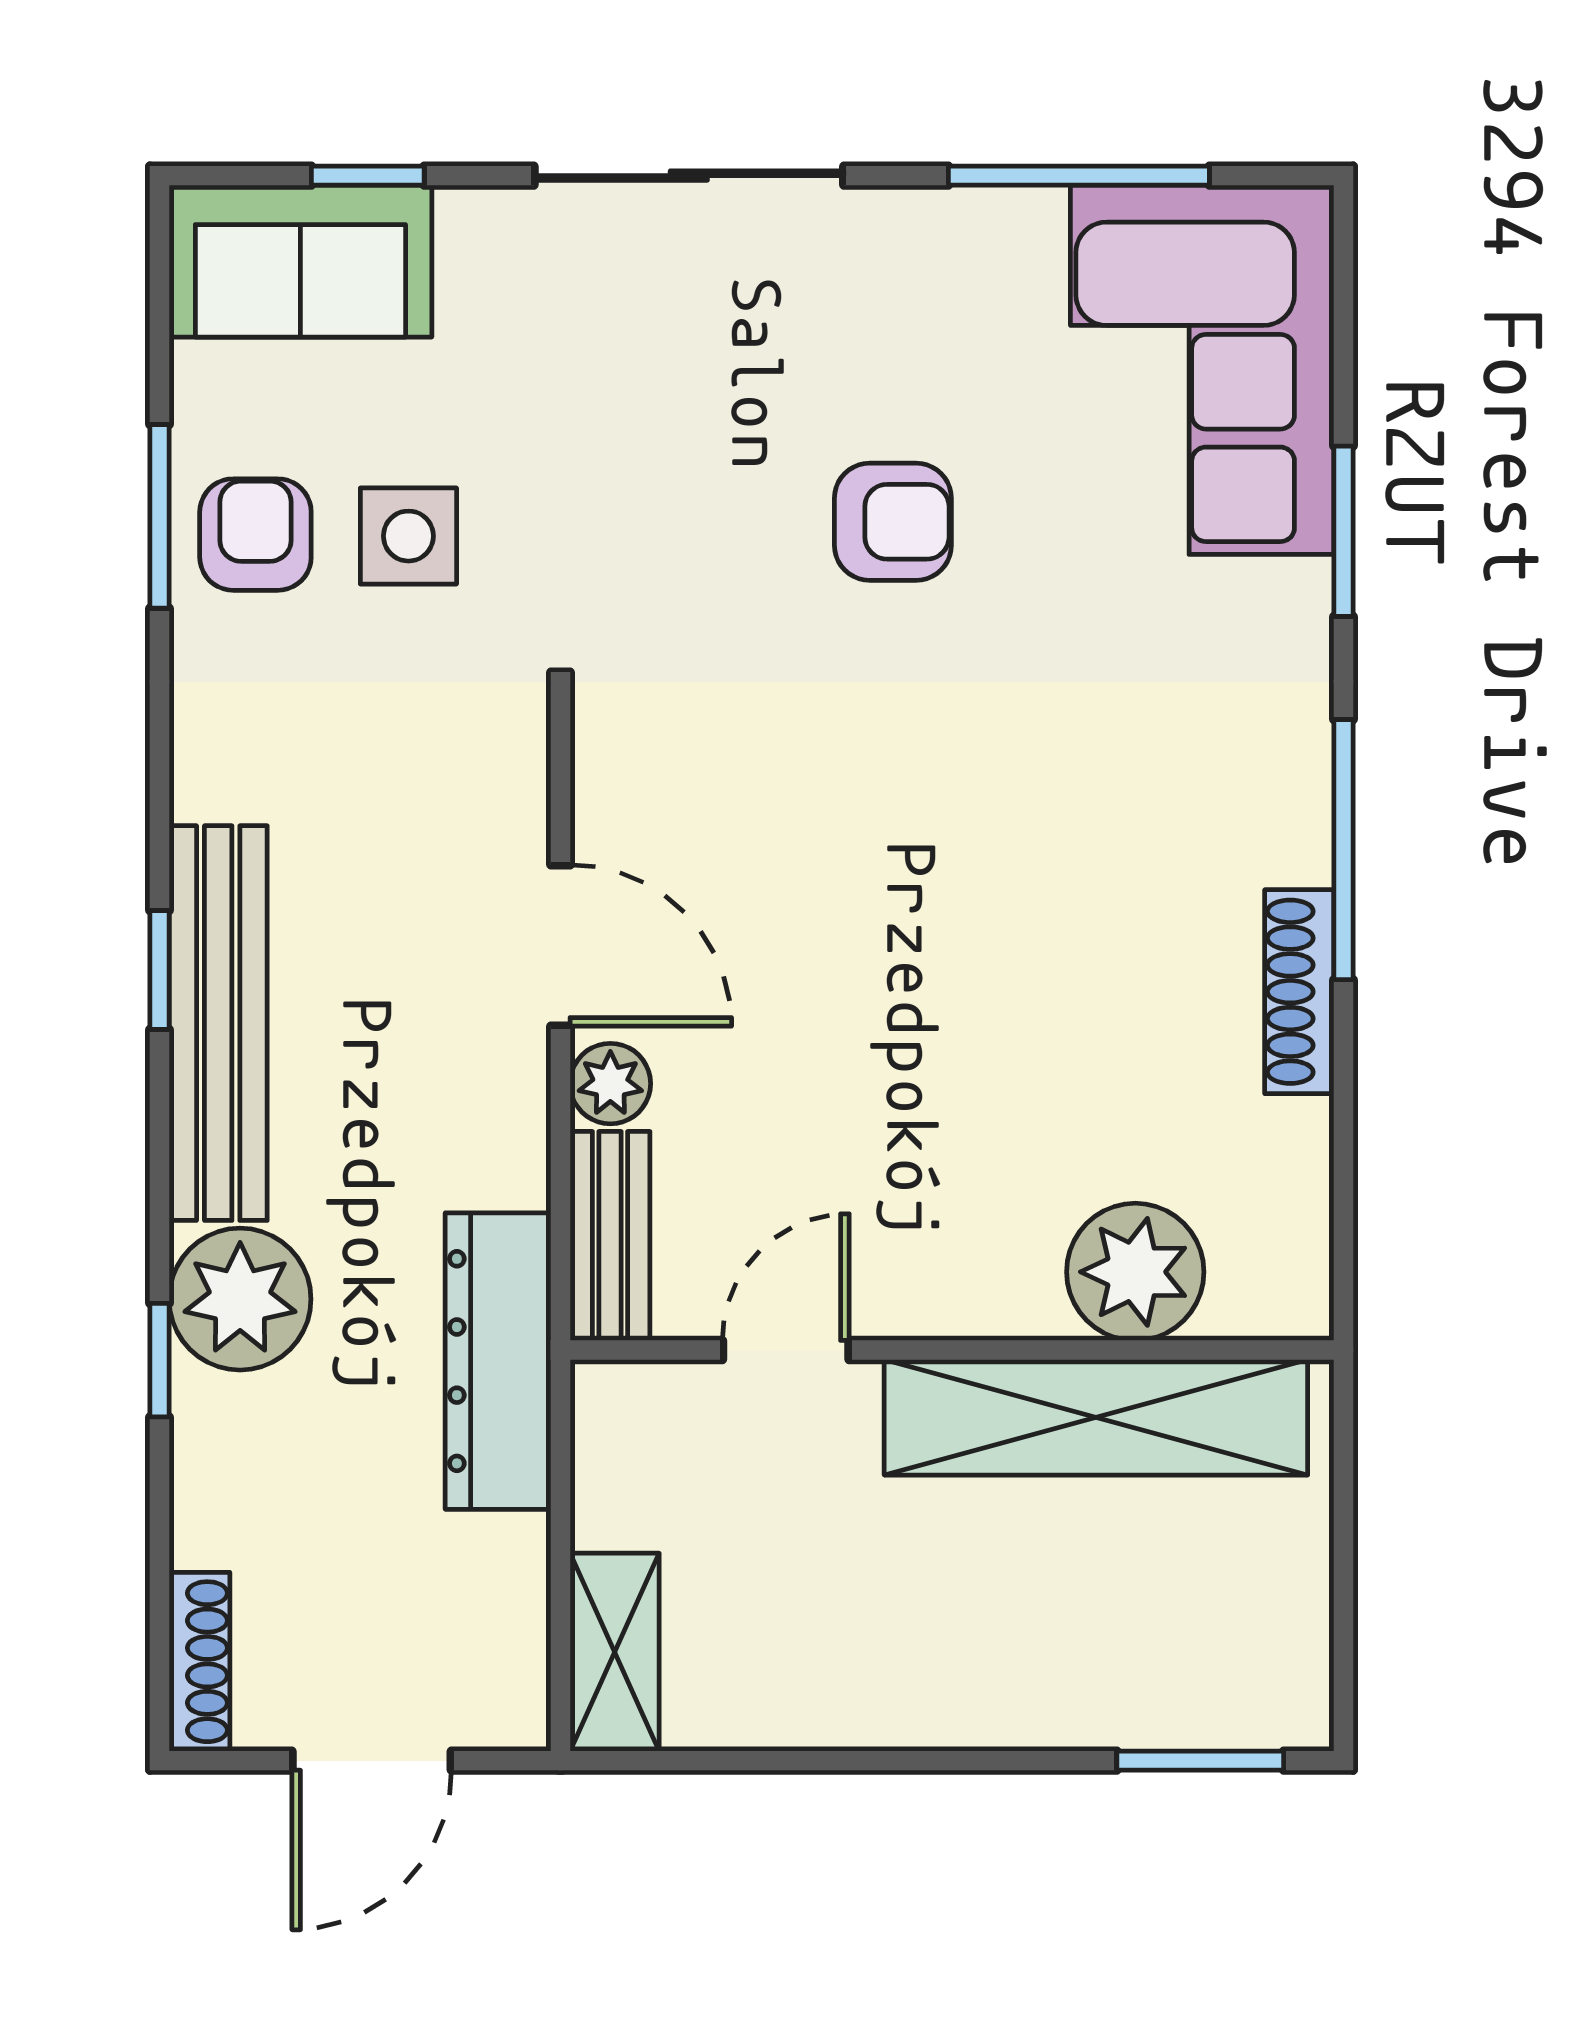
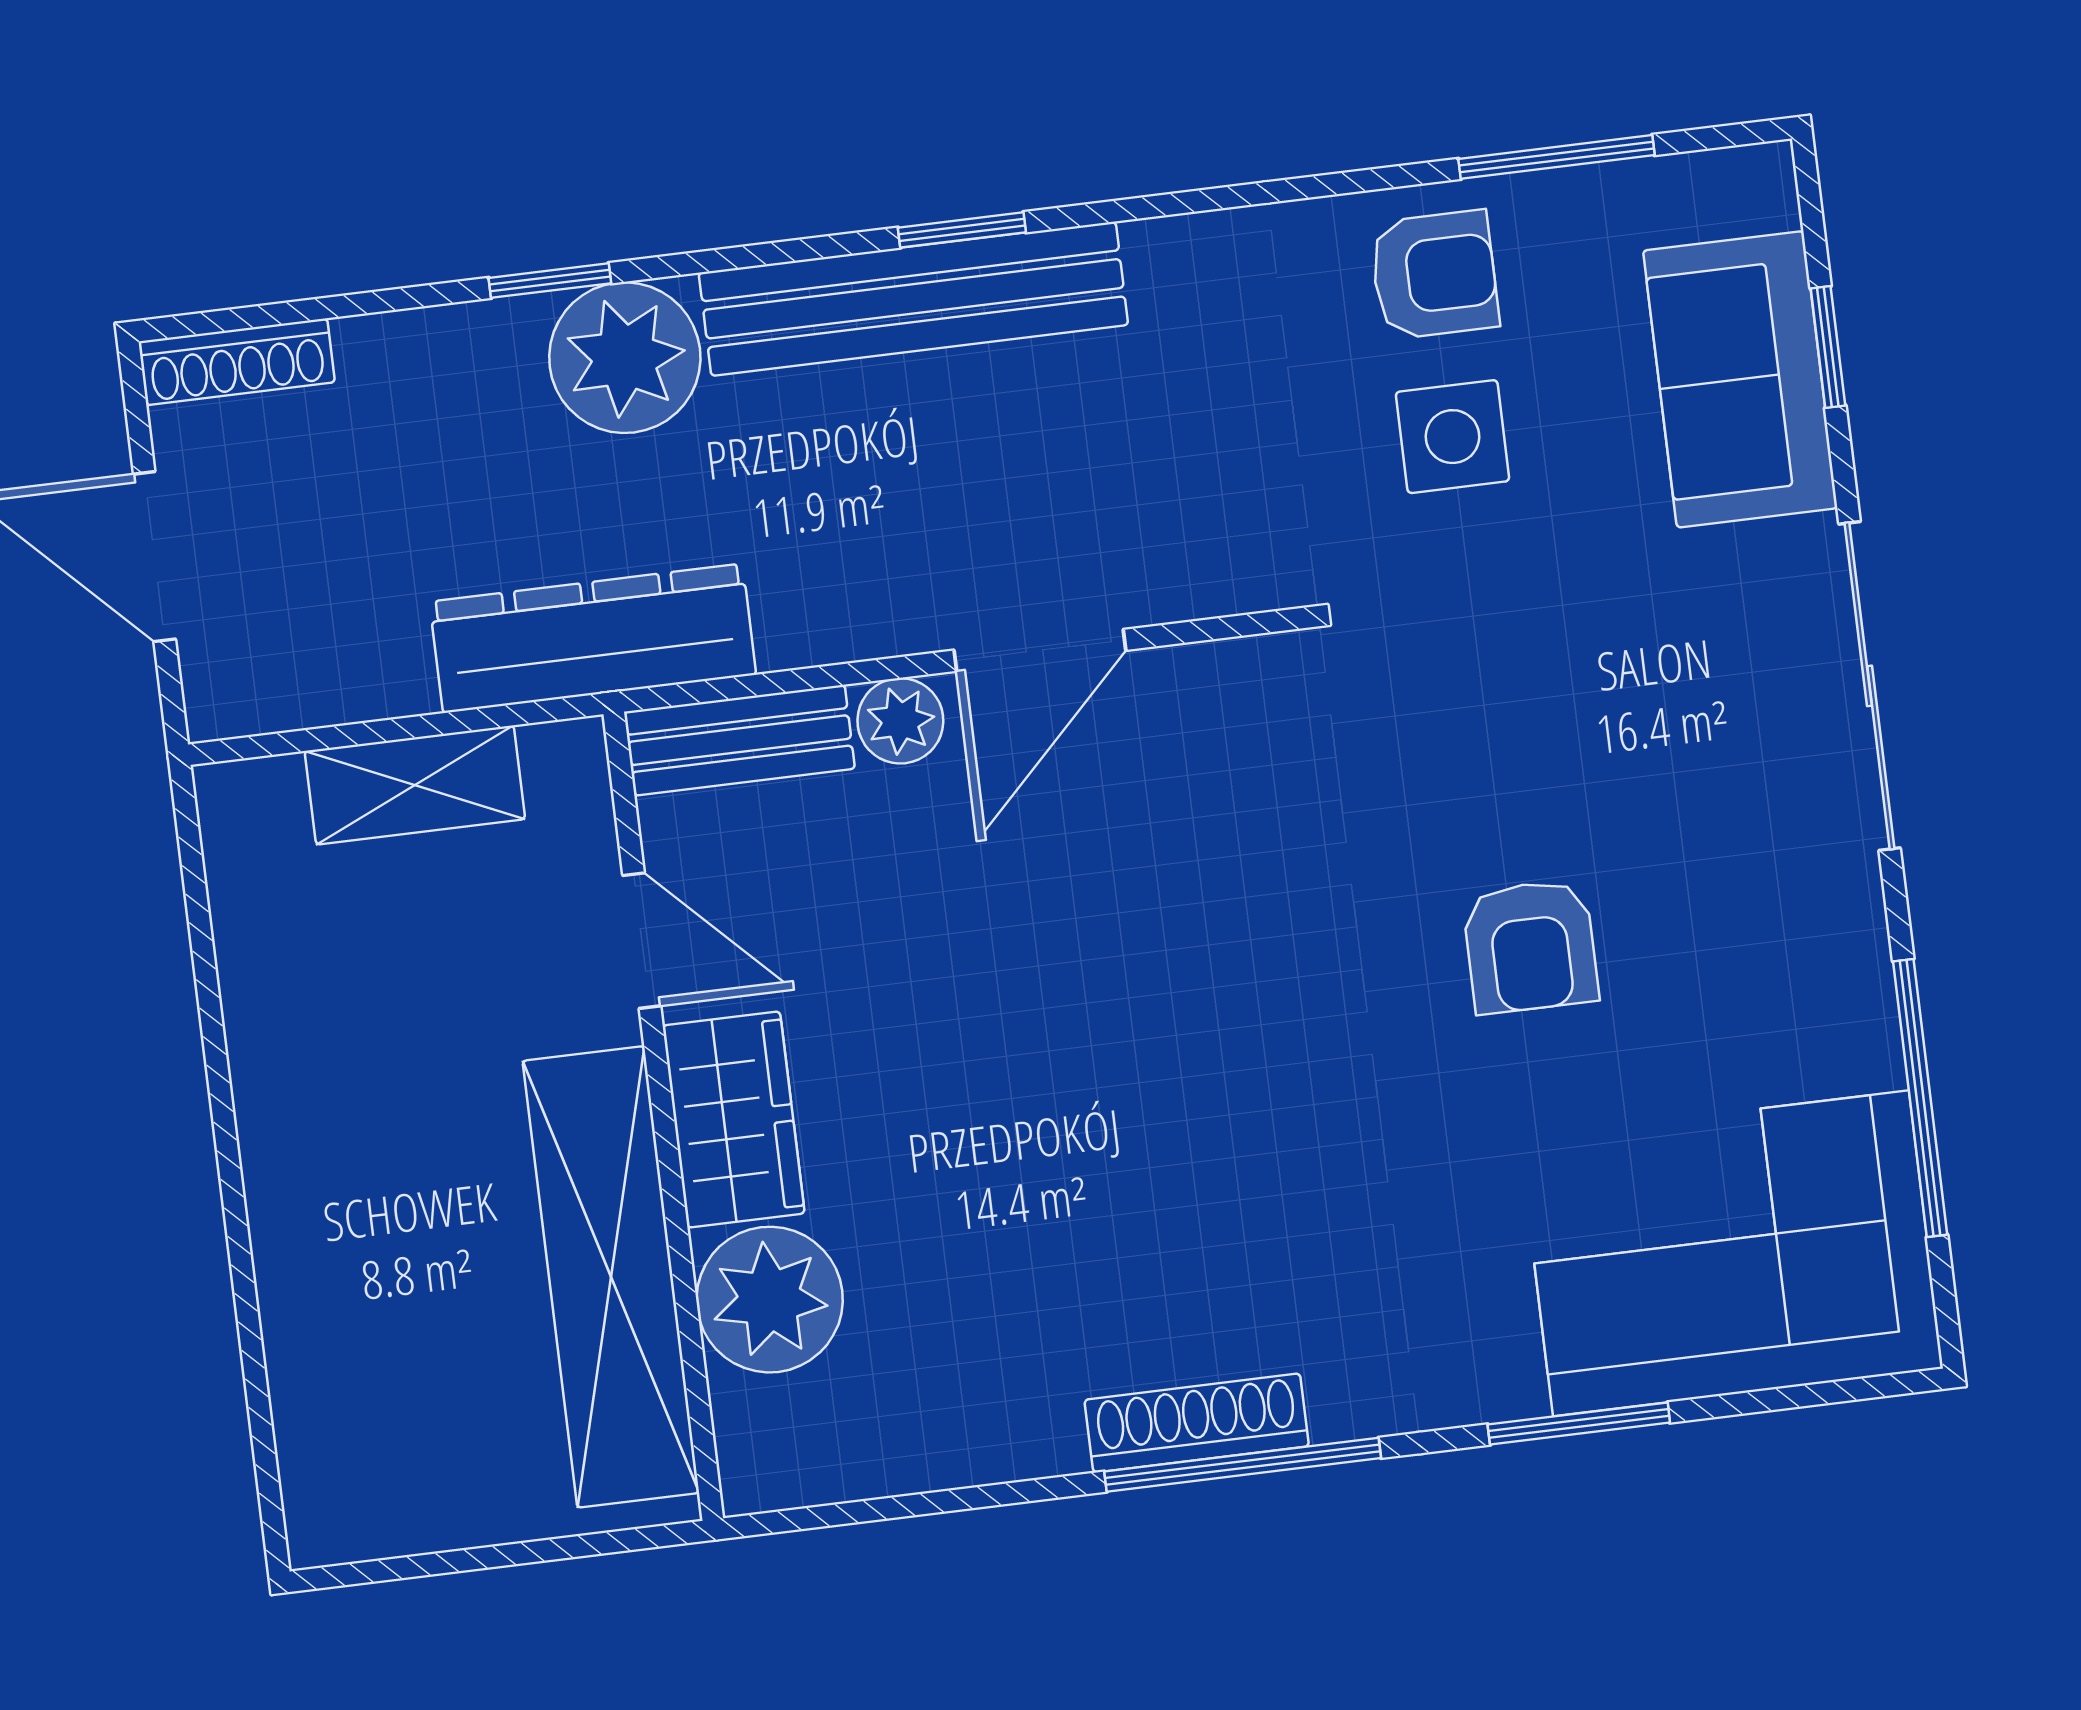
sofa: (300, 261) -> (1740, 379), moved
window: (159, 516) -> (1557, 157), moved
shoe rack: (1299, 992) -> (1197, 1423), moved
wardrobe: (963, 1285) -> (734, 1119), added
shelving: (615, 1652) -> (415, 785), moved
window: (1200, 1761) -> (262, 1432), removed

